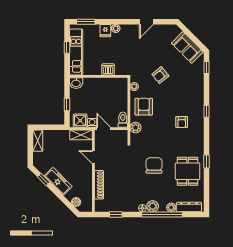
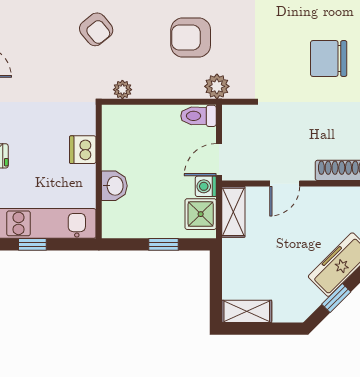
washbasin: (76, 83) -> (114, 186), moved
armchair: (144, 107) -> (191, 38), moved
chair: (154, 165) -> (329, 59), moved

